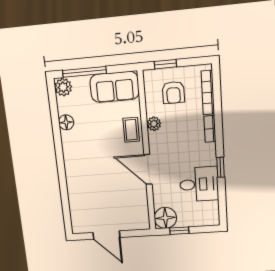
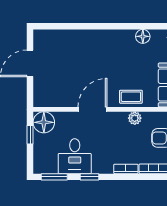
window: (222, 204) -> (54, 177), added

